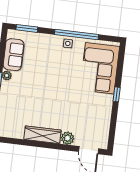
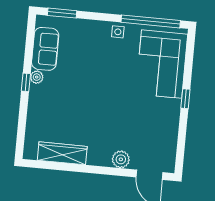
window: (77, 34) -> (151, 21), moved
wardrobe: (42, 135) -> (62, 153), moved

